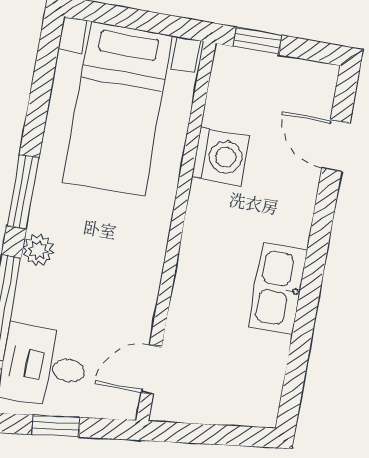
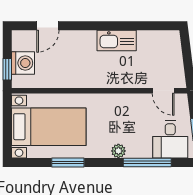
washing machine: (221, 156) -> (23, 63), moved, turned 90
window: (23, 192) -> (68, 162), moved

